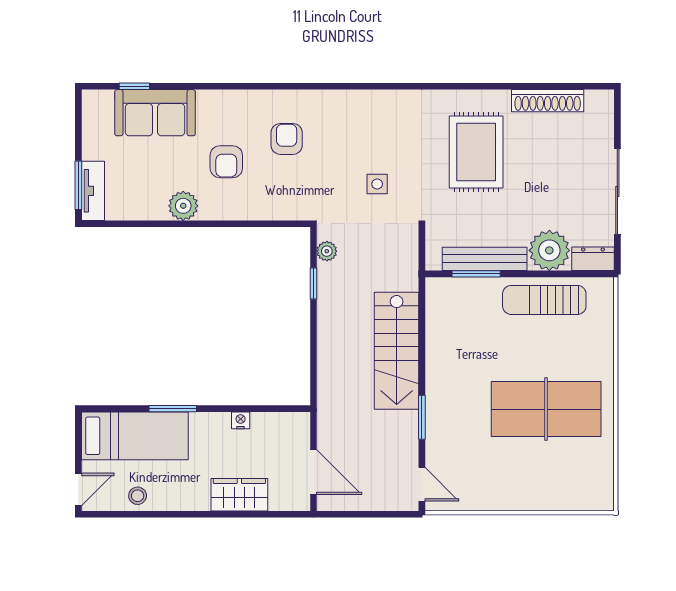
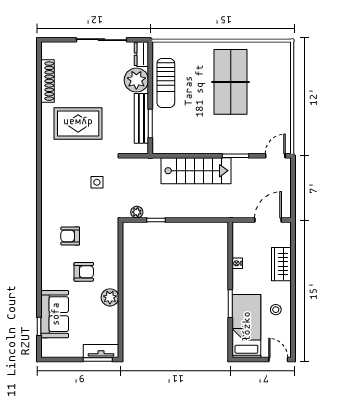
stool: (138, 496) -> (276, 310), moved

